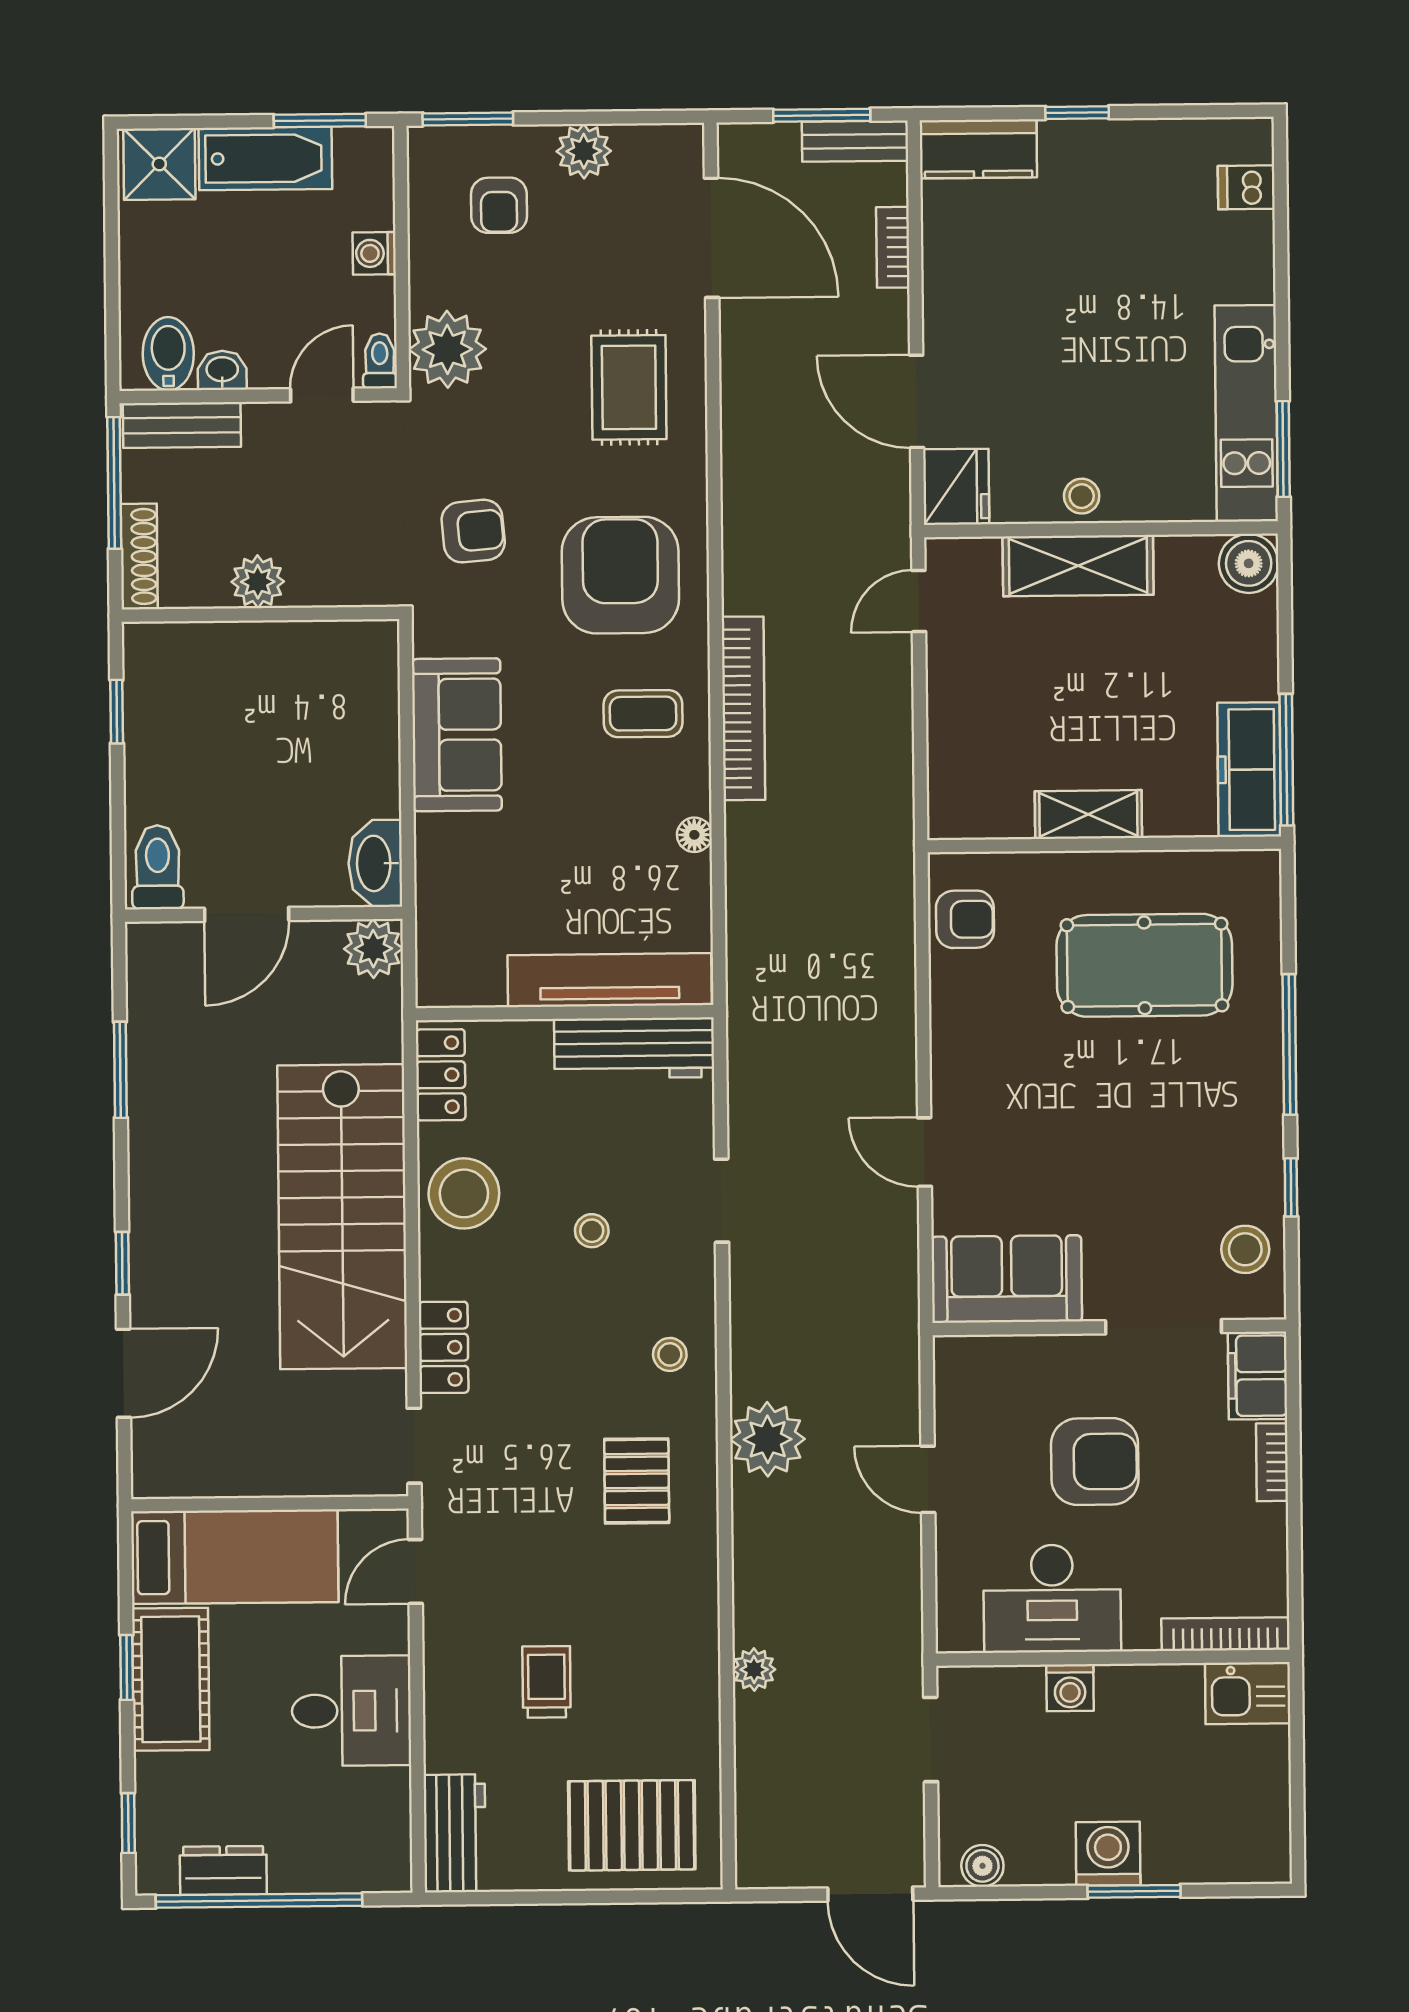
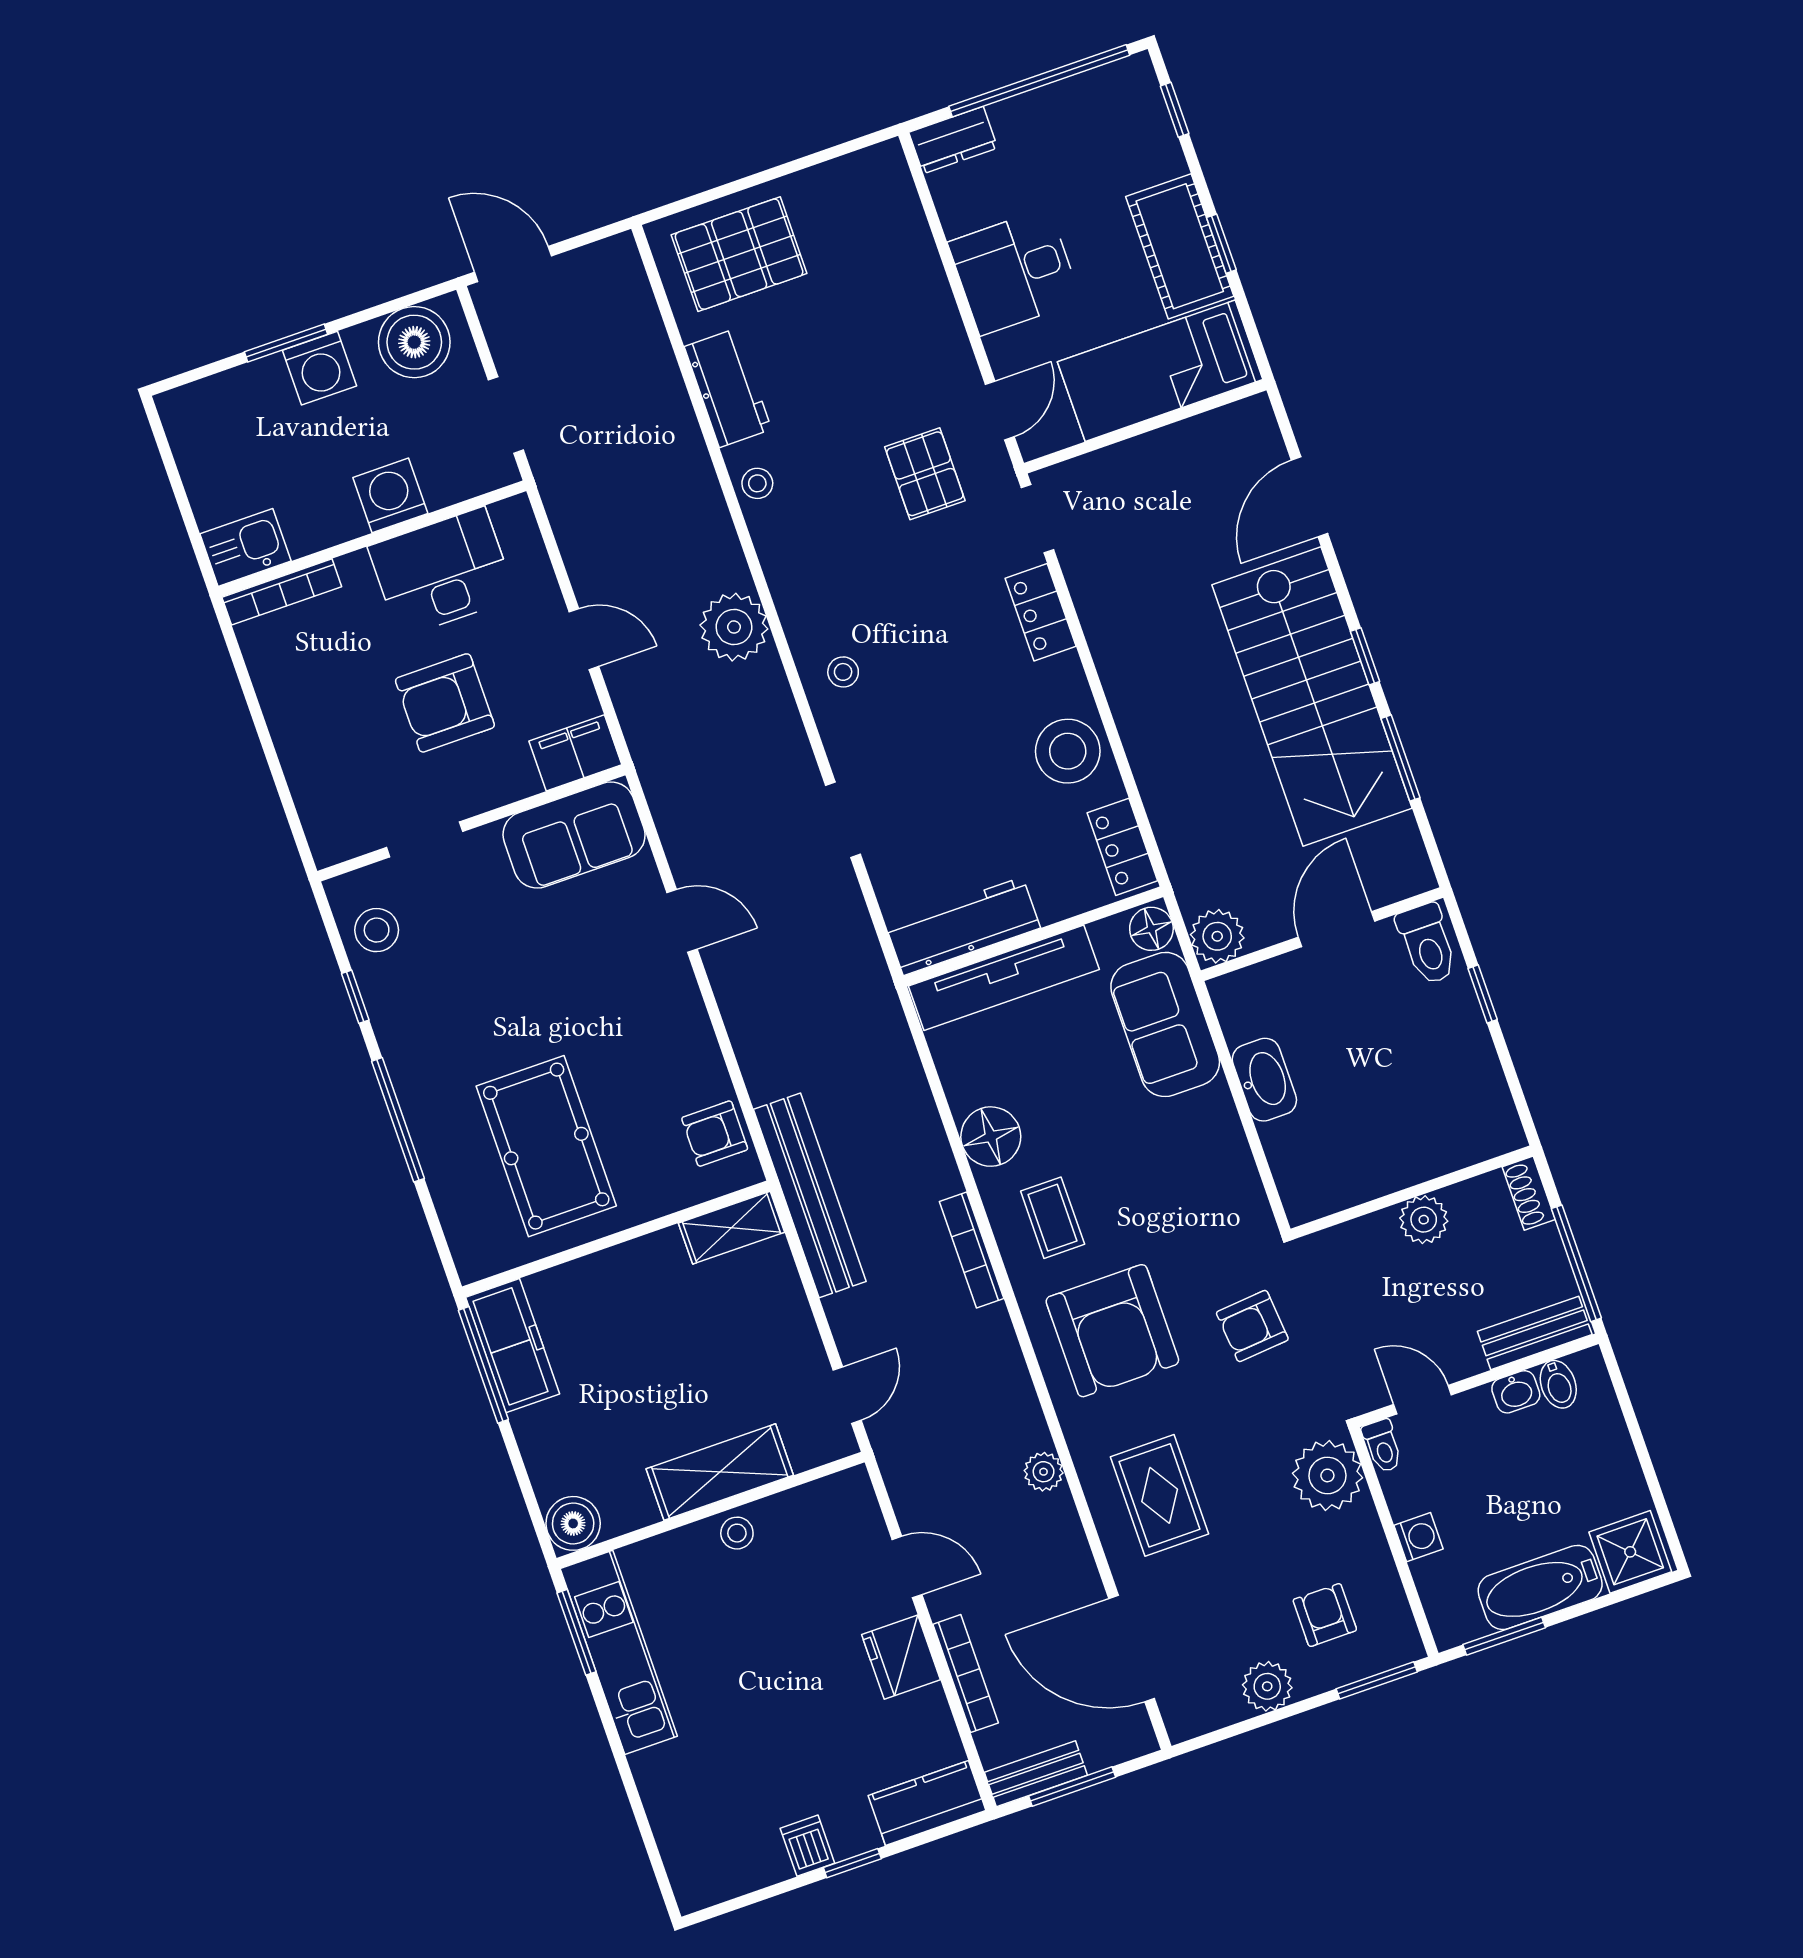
dishwasher: (1246, 187) -> (807, 1846), moved, turned -90
bookcase: (893, 247) -> (966, 1674), width x1.56
bidet: (168, 354) -> (1558, 1384), width x0.72, depth x0.74
door: (322, 395) -> (1423, 1400), swing flipped
door: (917, 401) -> (907, 1567), width x0.73
fridge: (956, 487) -> (901, 1657), moved
shoe rack: (139, 557) -> (1529, 1193), width x0.70
bookcase: (743, 708) -> (972, 1250), width x0.68, depth x0.76
window: (117, 712) -> (1483, 994), moved
coffee table: (643, 714) -> (1053, 1218), turned 90
sofa: (457, 735) -> (1165, 1024), moved
shelving: (1088, 814) -> (732, 1228), moved
bench: (888, 822) -> (810, 1195), added
floor lamp: (694, 835) -> (991, 1137), width x1.89, depth x1.89
washbasin: (375, 863) -> (1264, 1080), moved
pool table: (1144, 965) -> (546, 1146), turned 90
floor lamp: (439, 979) -> (1151, 929), added
stairs: (342, 1217) -> (1312, 697), moved, turned 180
stool: (592, 1231) -> (757, 483), moved
window: (122, 1263) -> (1365, 656), moved
doorway: (1164, 1327) -> (425, 839), width x0.73
filing cabinet: (1258, 1376) -> (575, 753), moved, turned -90
bookcase: (1272, 1462) -> (292, 754), removed
pallet: (637, 1481) -> (925, 474), moved
plant: (754, 1670) -> (1044, 1472), moved
trolley: (546, 1682) -> (854, 353), removed
washing machine: (1070, 1688) -> (390, 495), width x1.38, depth x1.38
workbench: (455, 1833) -> (728, 388), moved, turned 180
boiler: (982, 1866) -> (414, 342), width x1.86, depth x1.86
dresser: (223, 1870) -> (953, 140), moved

